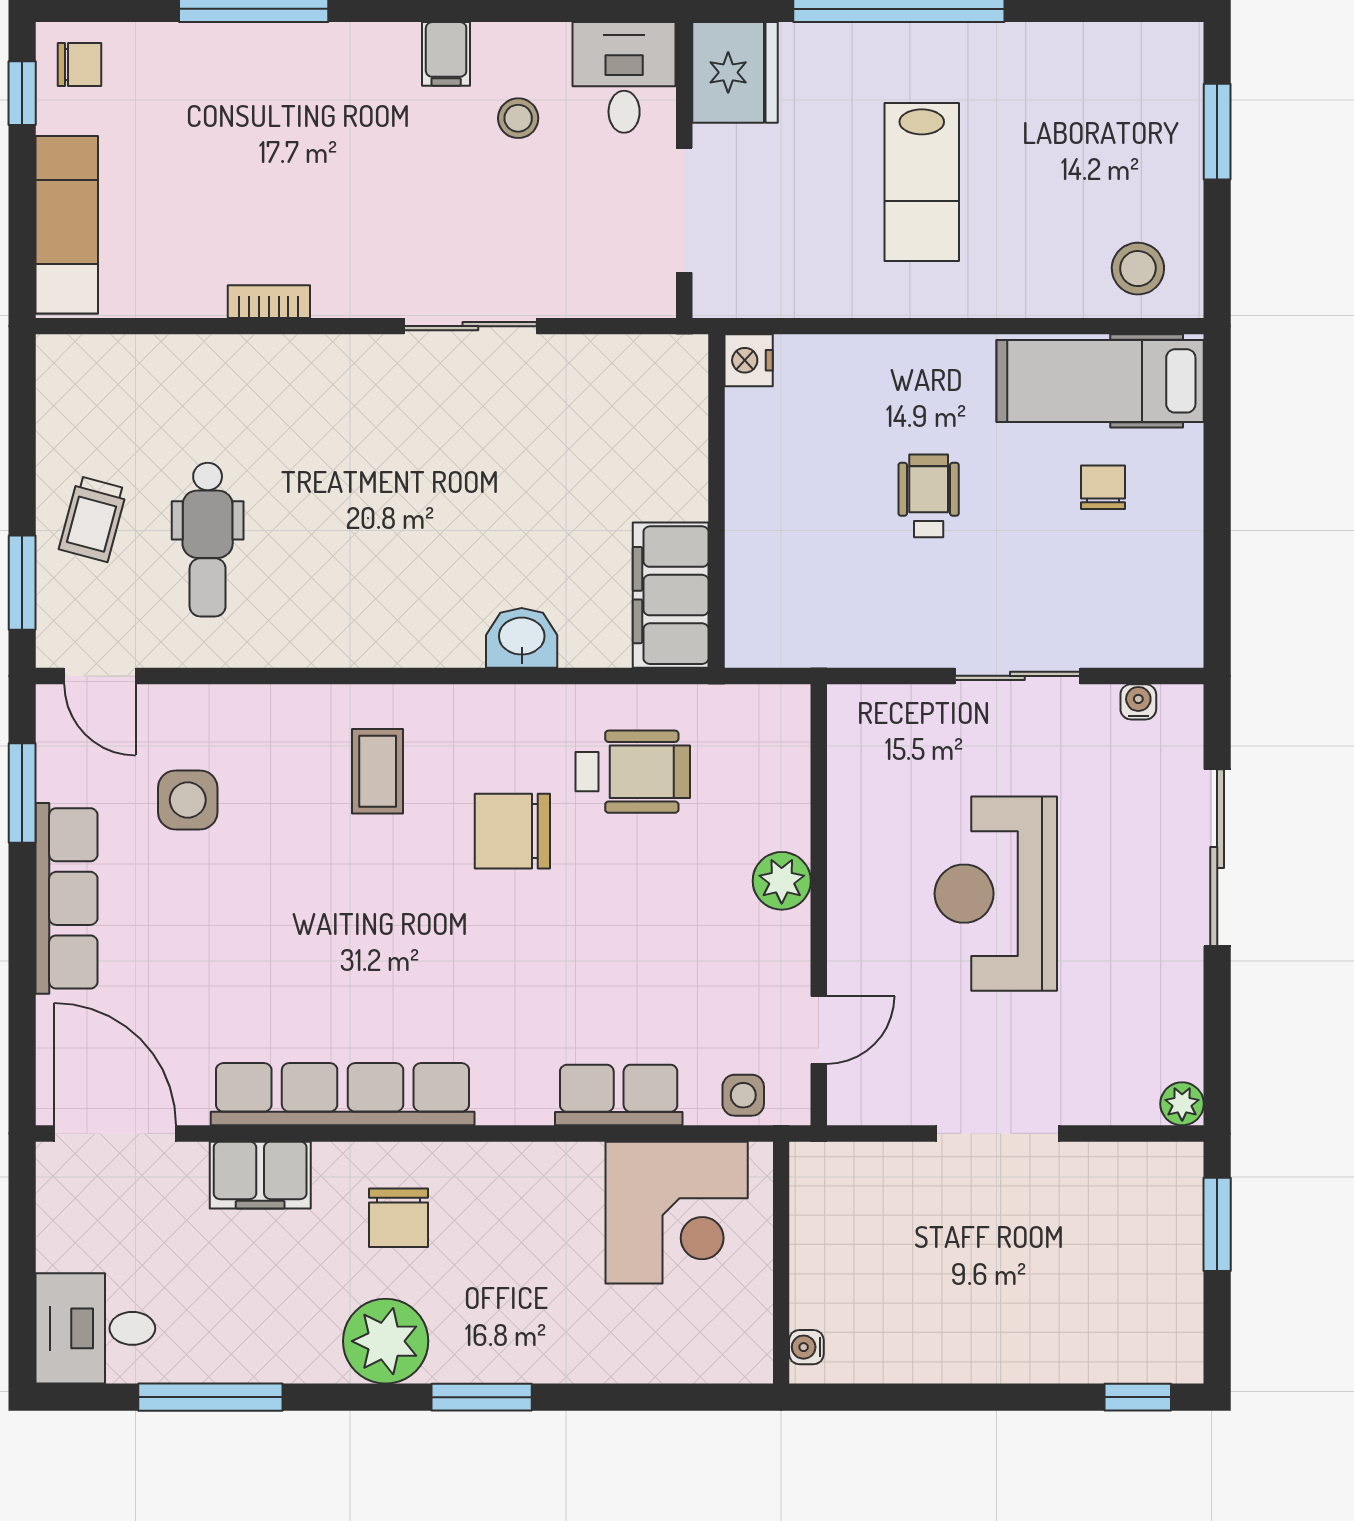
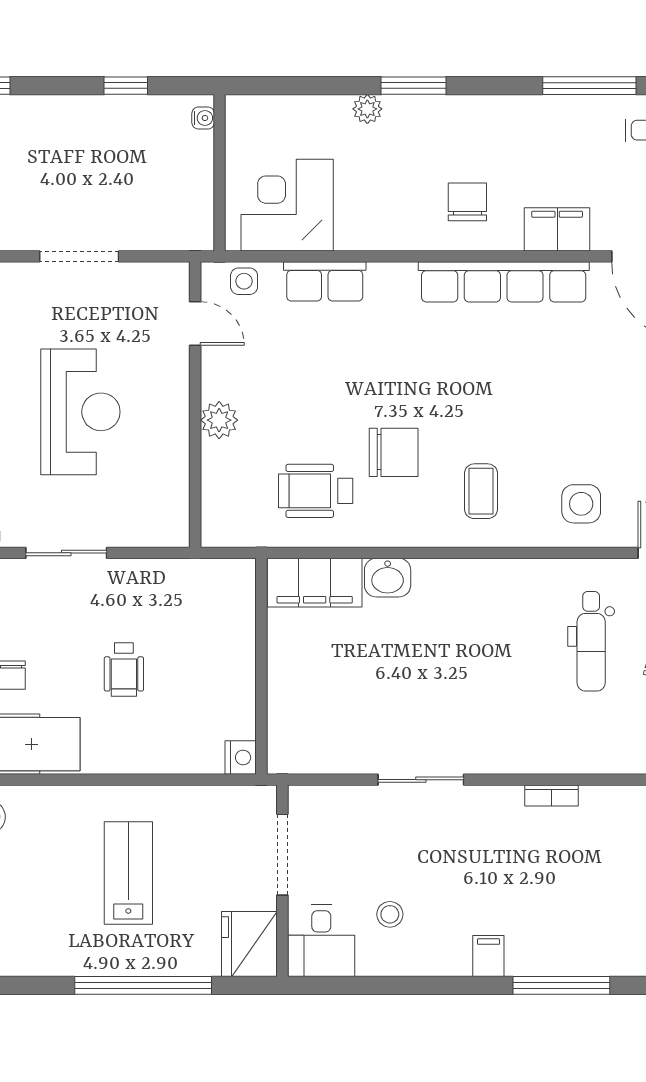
filing cabinet: (446, 54) -> (488, 956), moved
dental chair: (208, 540) -> (591, 641), turned 180
filing cabinet: (671, 595) -> (315, 583), moved, turned 90
side table: (188, 800) -> (581, 504), moved
door: (819, 1030) -> (195, 324), swing flipped
plant: (386, 1341) -> (367, 109), moved, width x0.53, depth x0.53
window: (926, 1397) -> (126, 86), added

